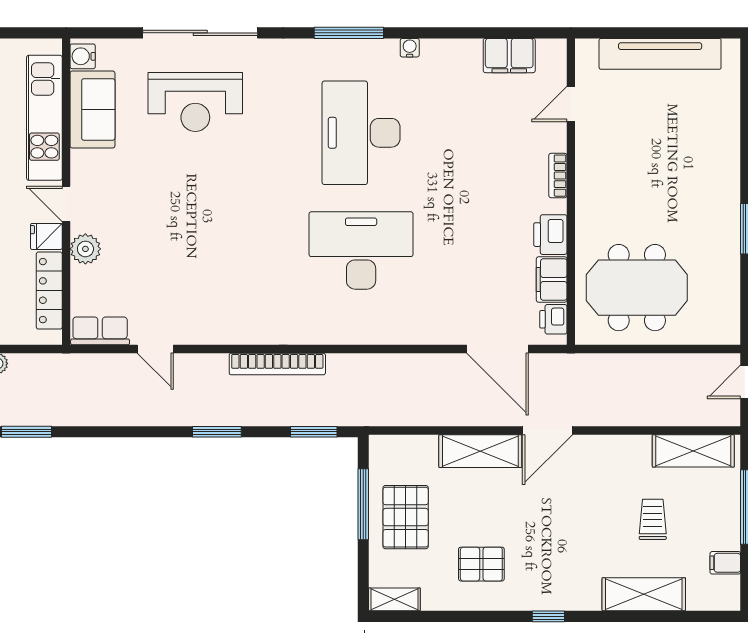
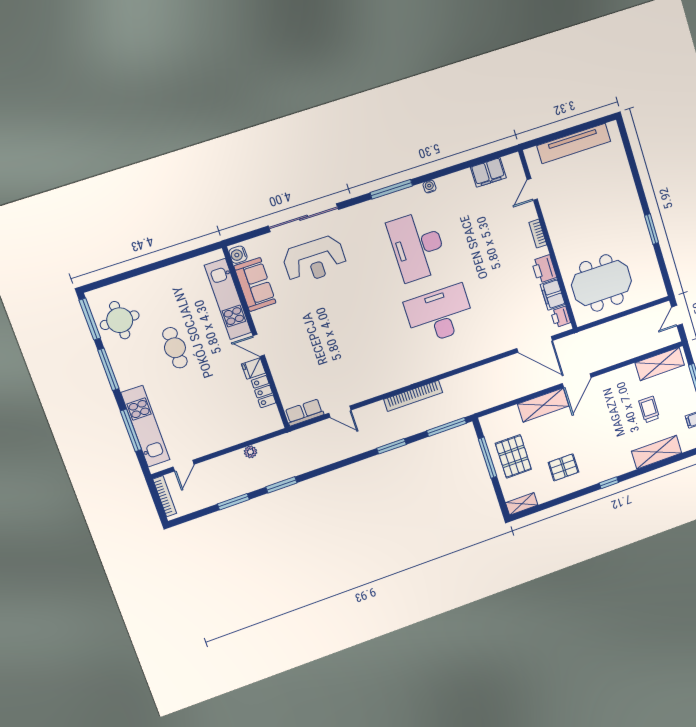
plant: (85, 249) -> (279, 368), removed
locker: (49, 291) -> (264, 392), width x0.66
window: (314, 432) -> (446, 427), width x1.44

